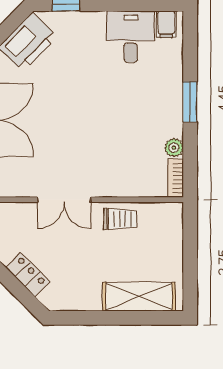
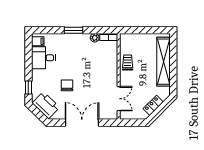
chair: (71, 88) -> (67, 85), added
double door: (64, 200) -> (119, 99), moved
shelving: (139, 297) -> (163, 62), width x1.47

